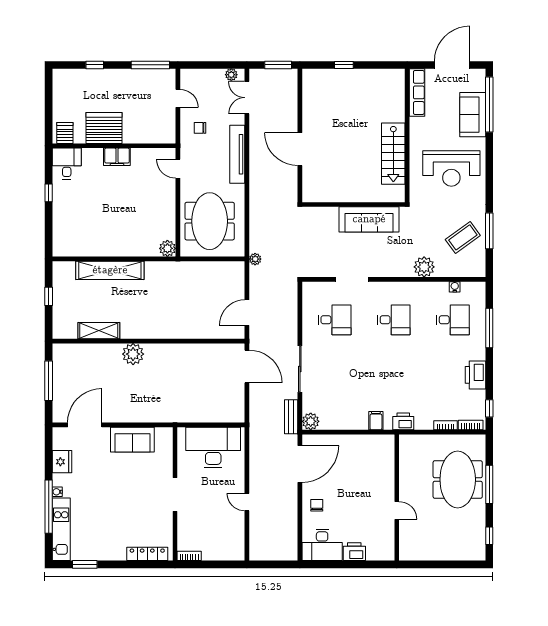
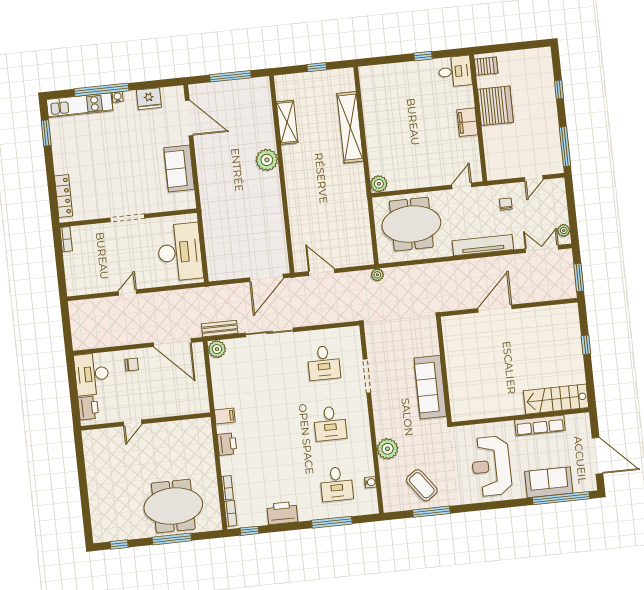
row of seats: (417, 92) -> (540, 425), moved
stairs: (393, 154) -> (556, 399), moved
wall: (397, 498) -> (146, 421), moved
door: (397, 510) -> (132, 423), moved

